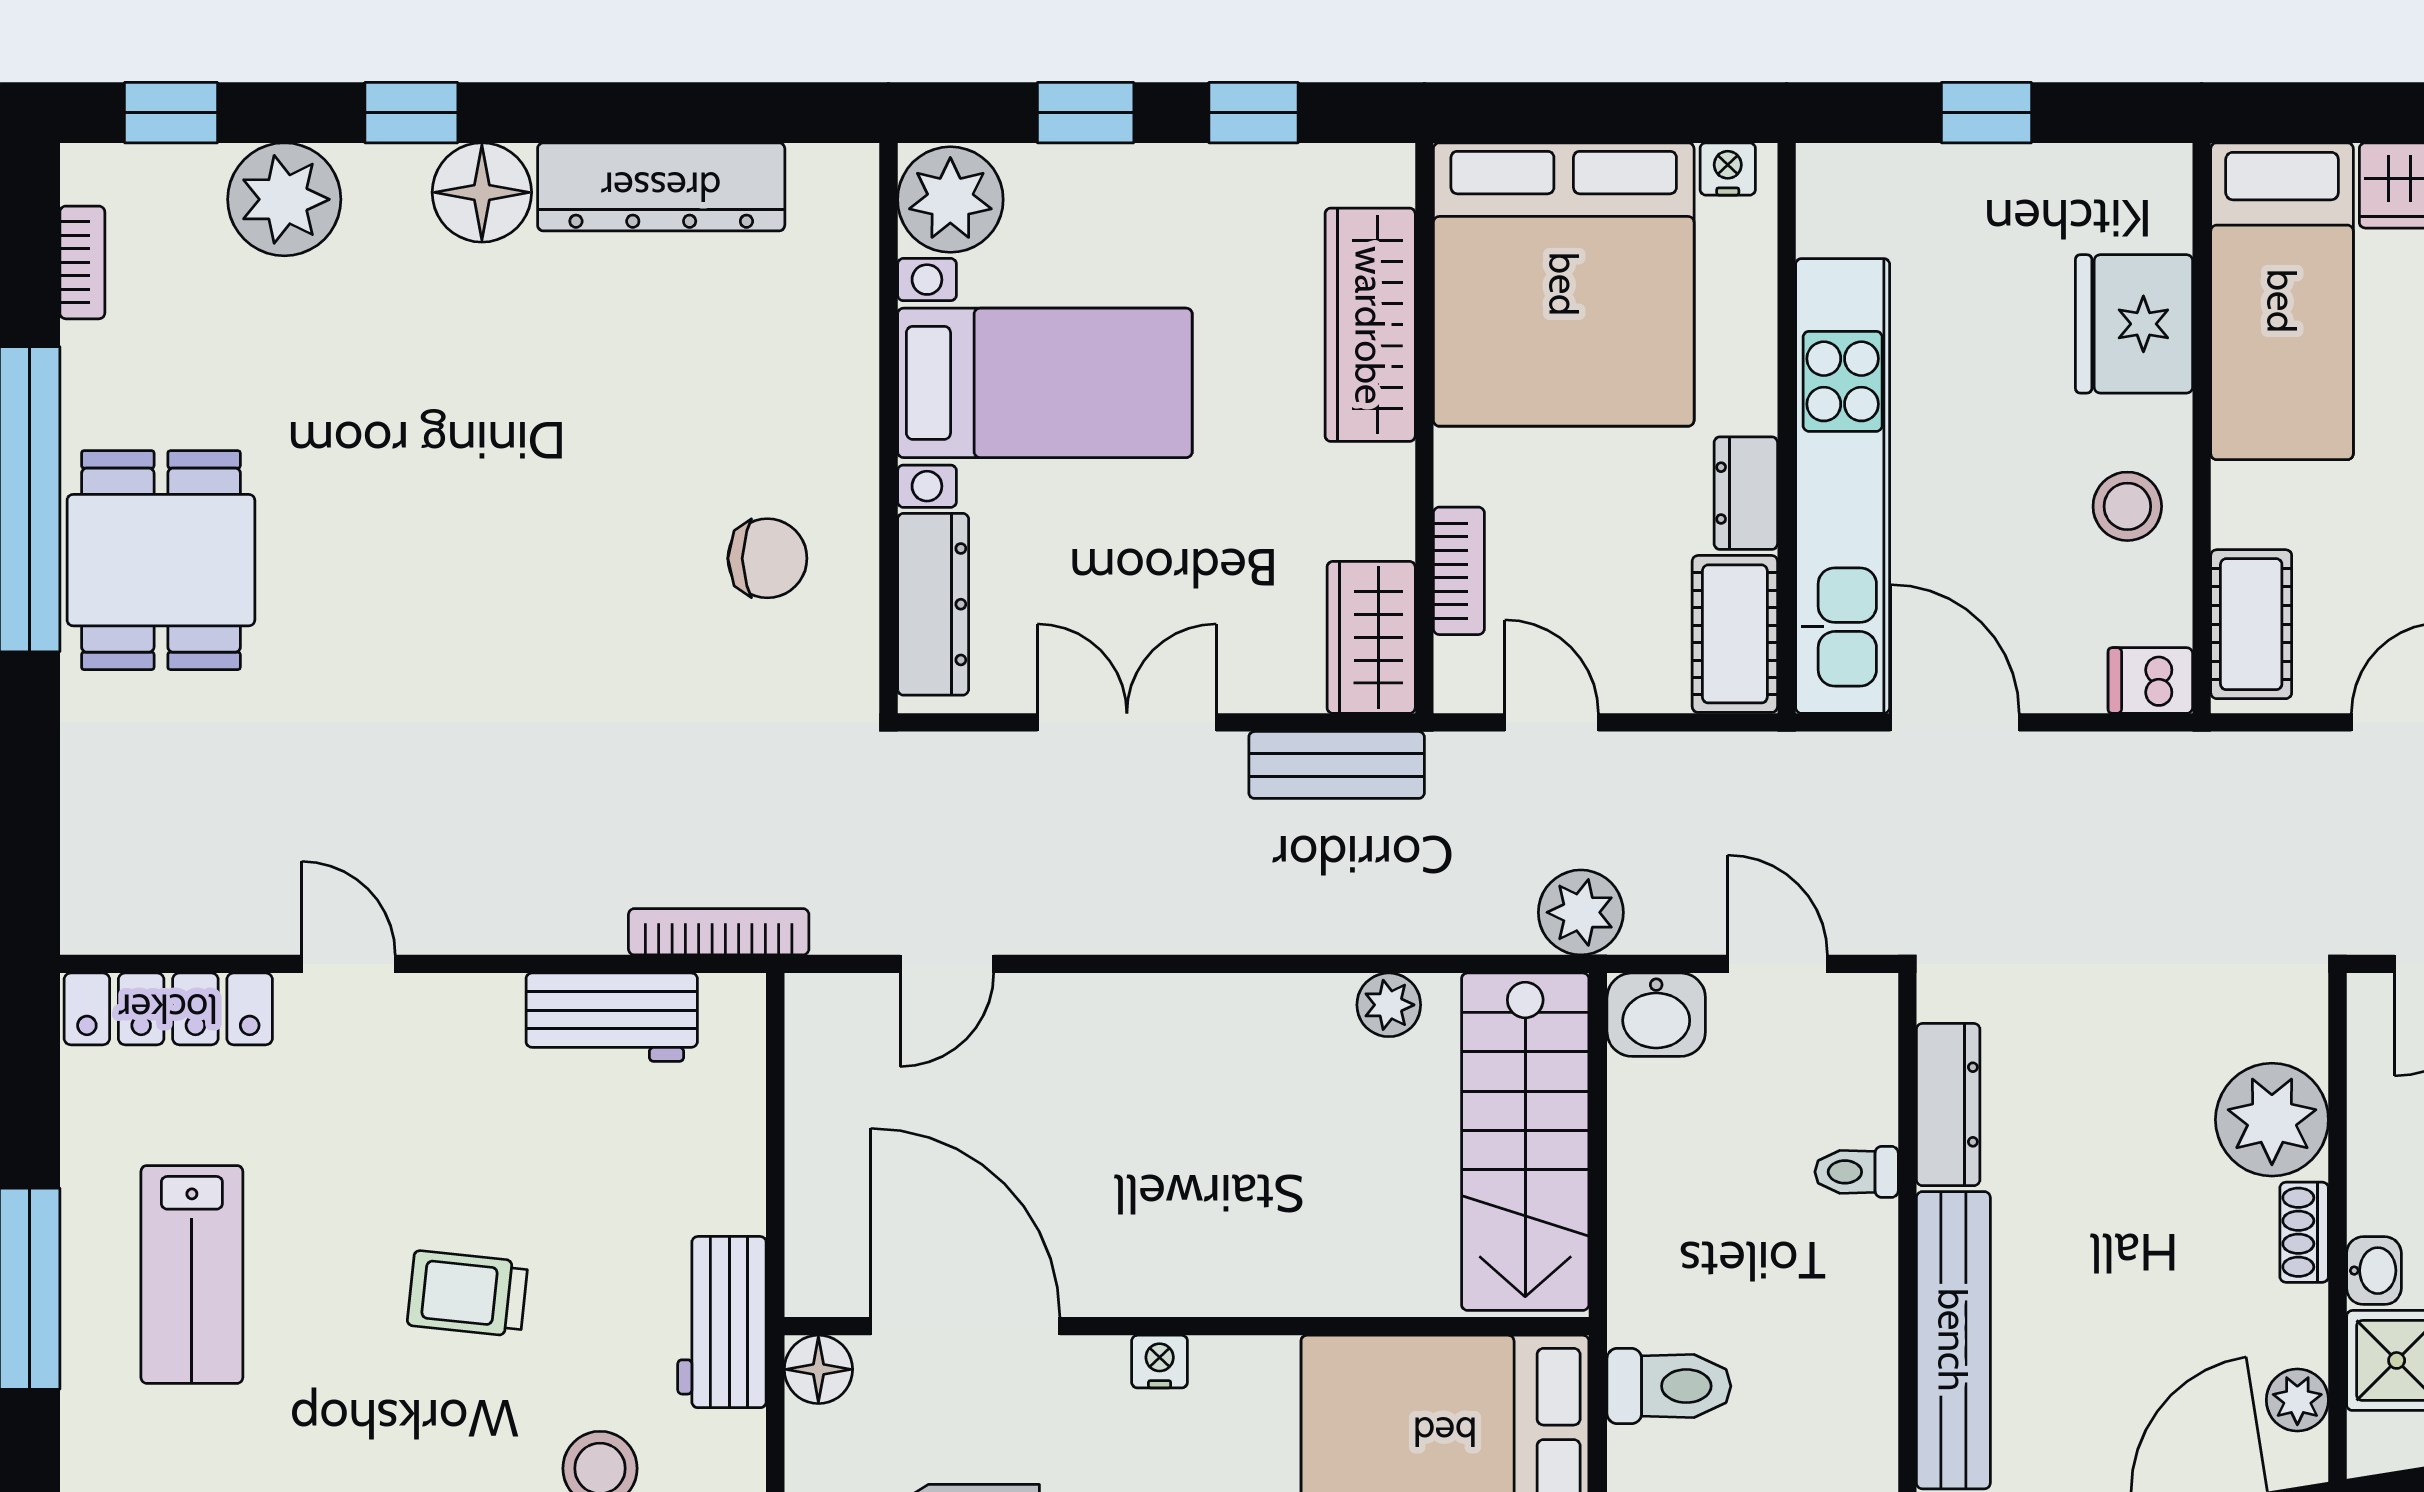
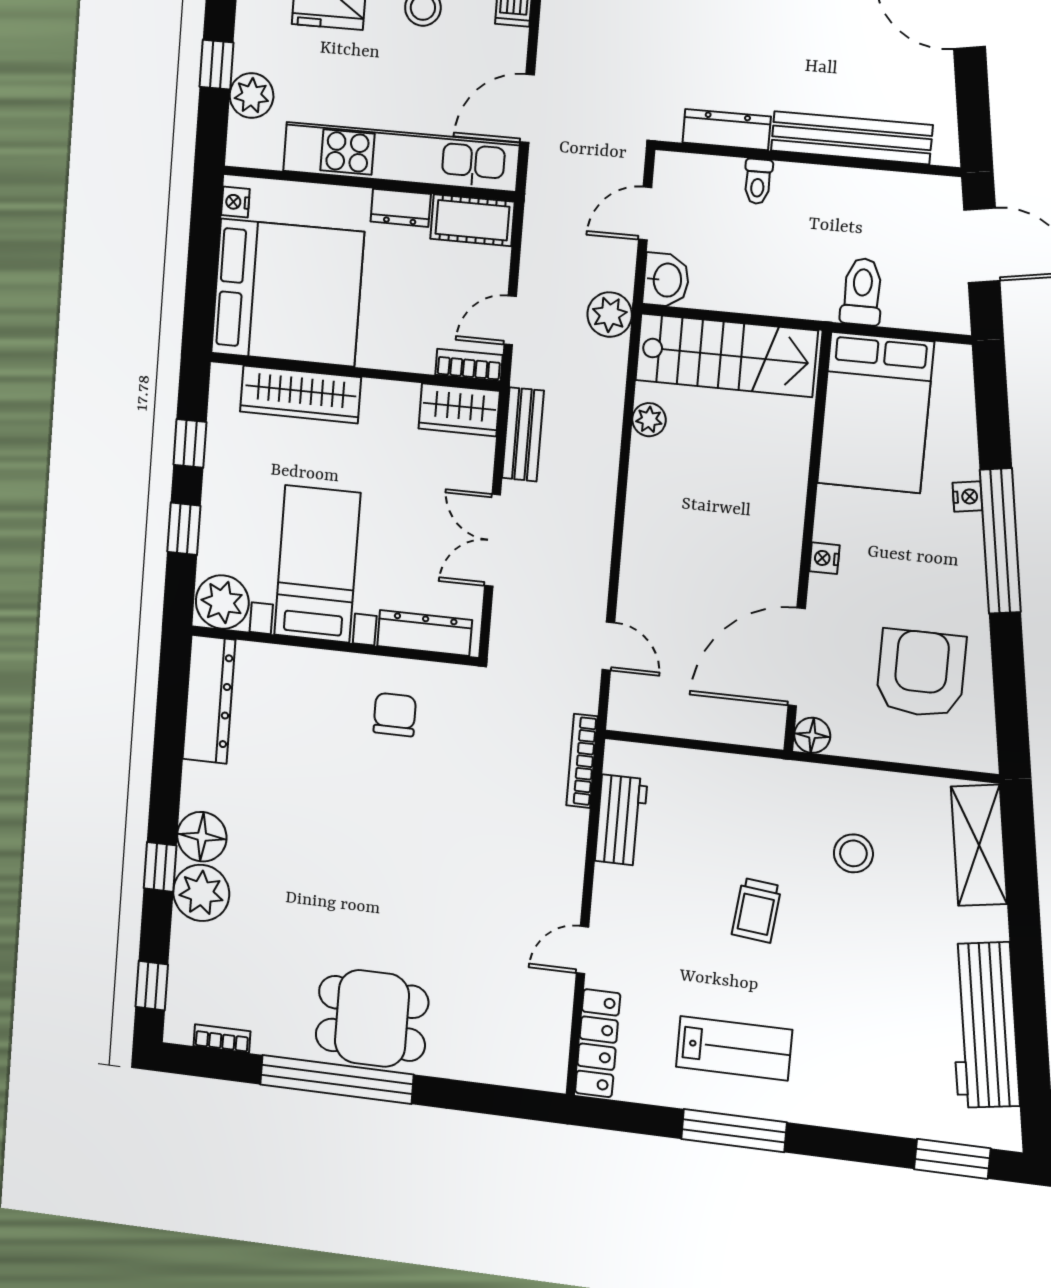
plant: (1934, 186) -> (252, 96), added
dresser: (661, 187) -> (209, 699), moved
plant: (284, 199) -> (201, 893), moved
bookcase: (1459, 571) -> (469, 365), moved
workbench: (722, 1322) -> (783, 782), removed

